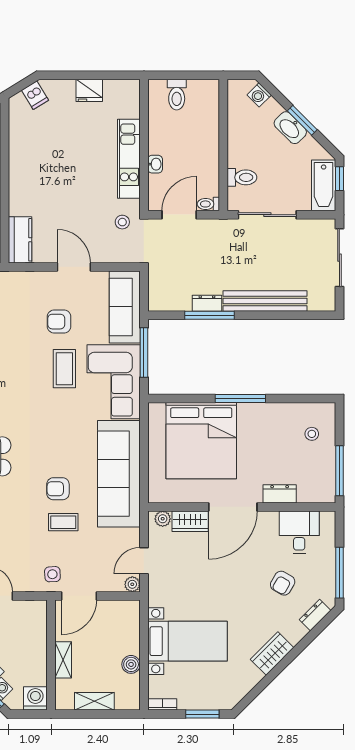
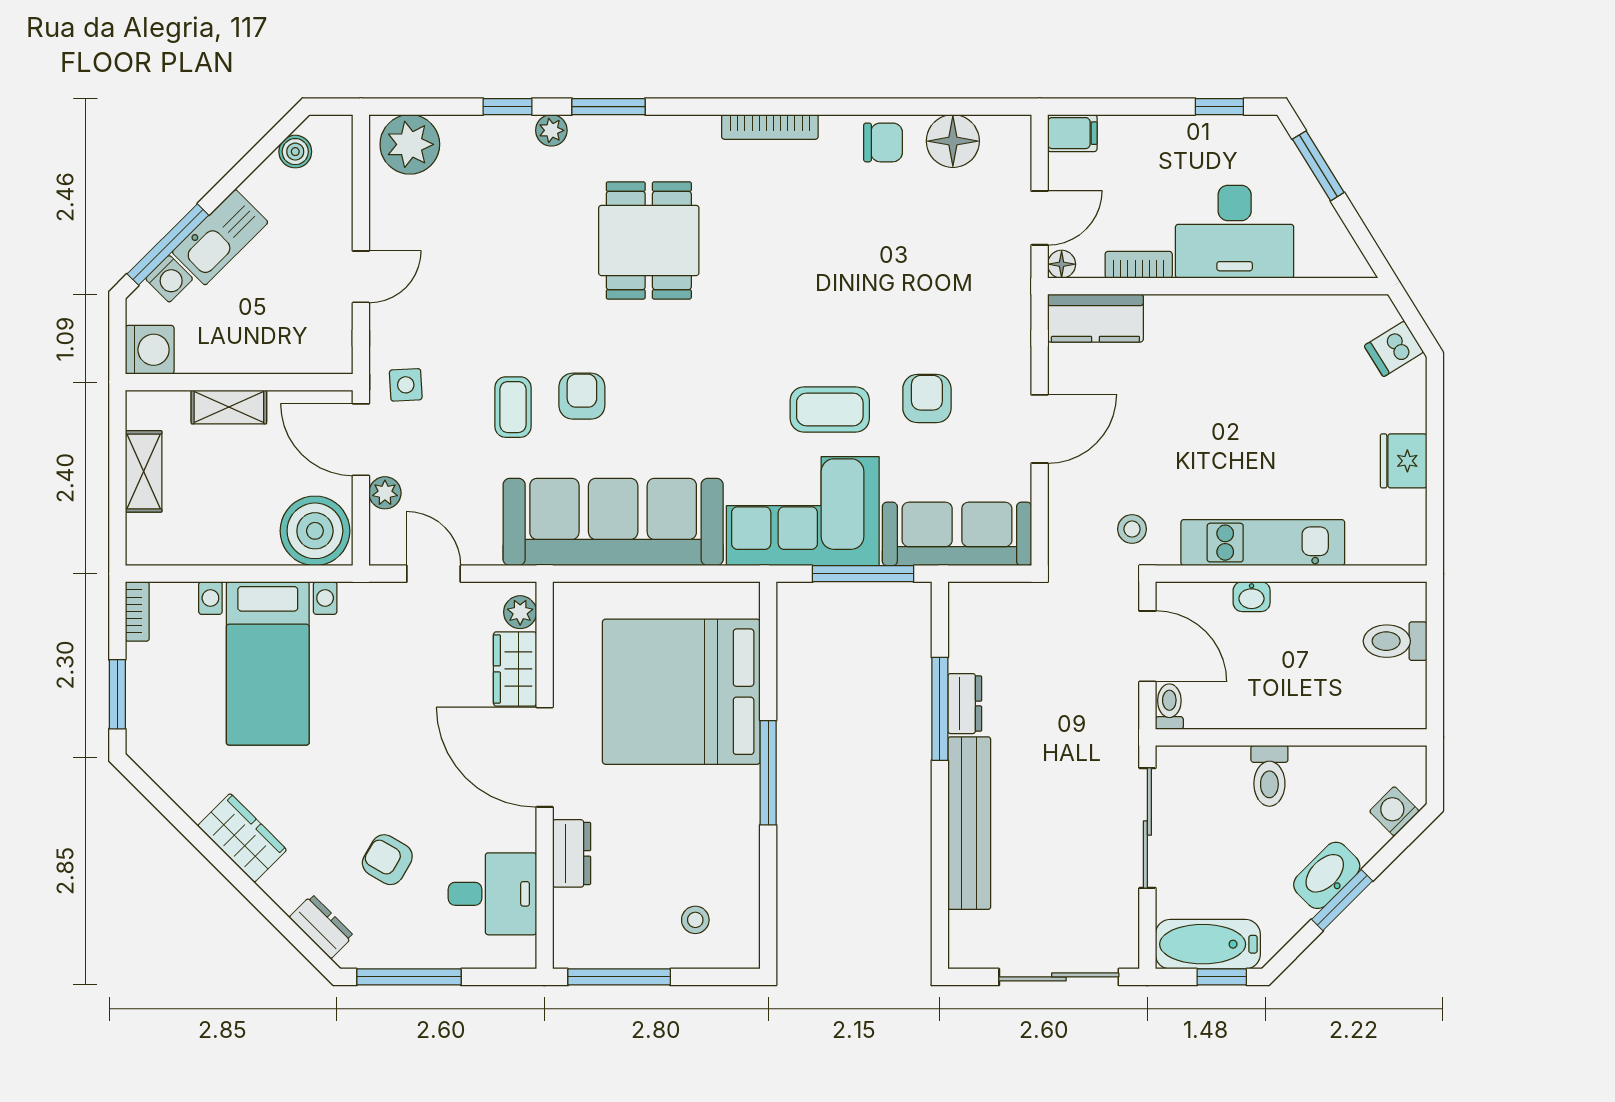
toilet: (242, 177) -> (1269, 776), moved
plant: (132, 584) -> (385, 493), moved
boiler: (131, 664) -> (315, 531), moved, width x1.86, depth x1.86

